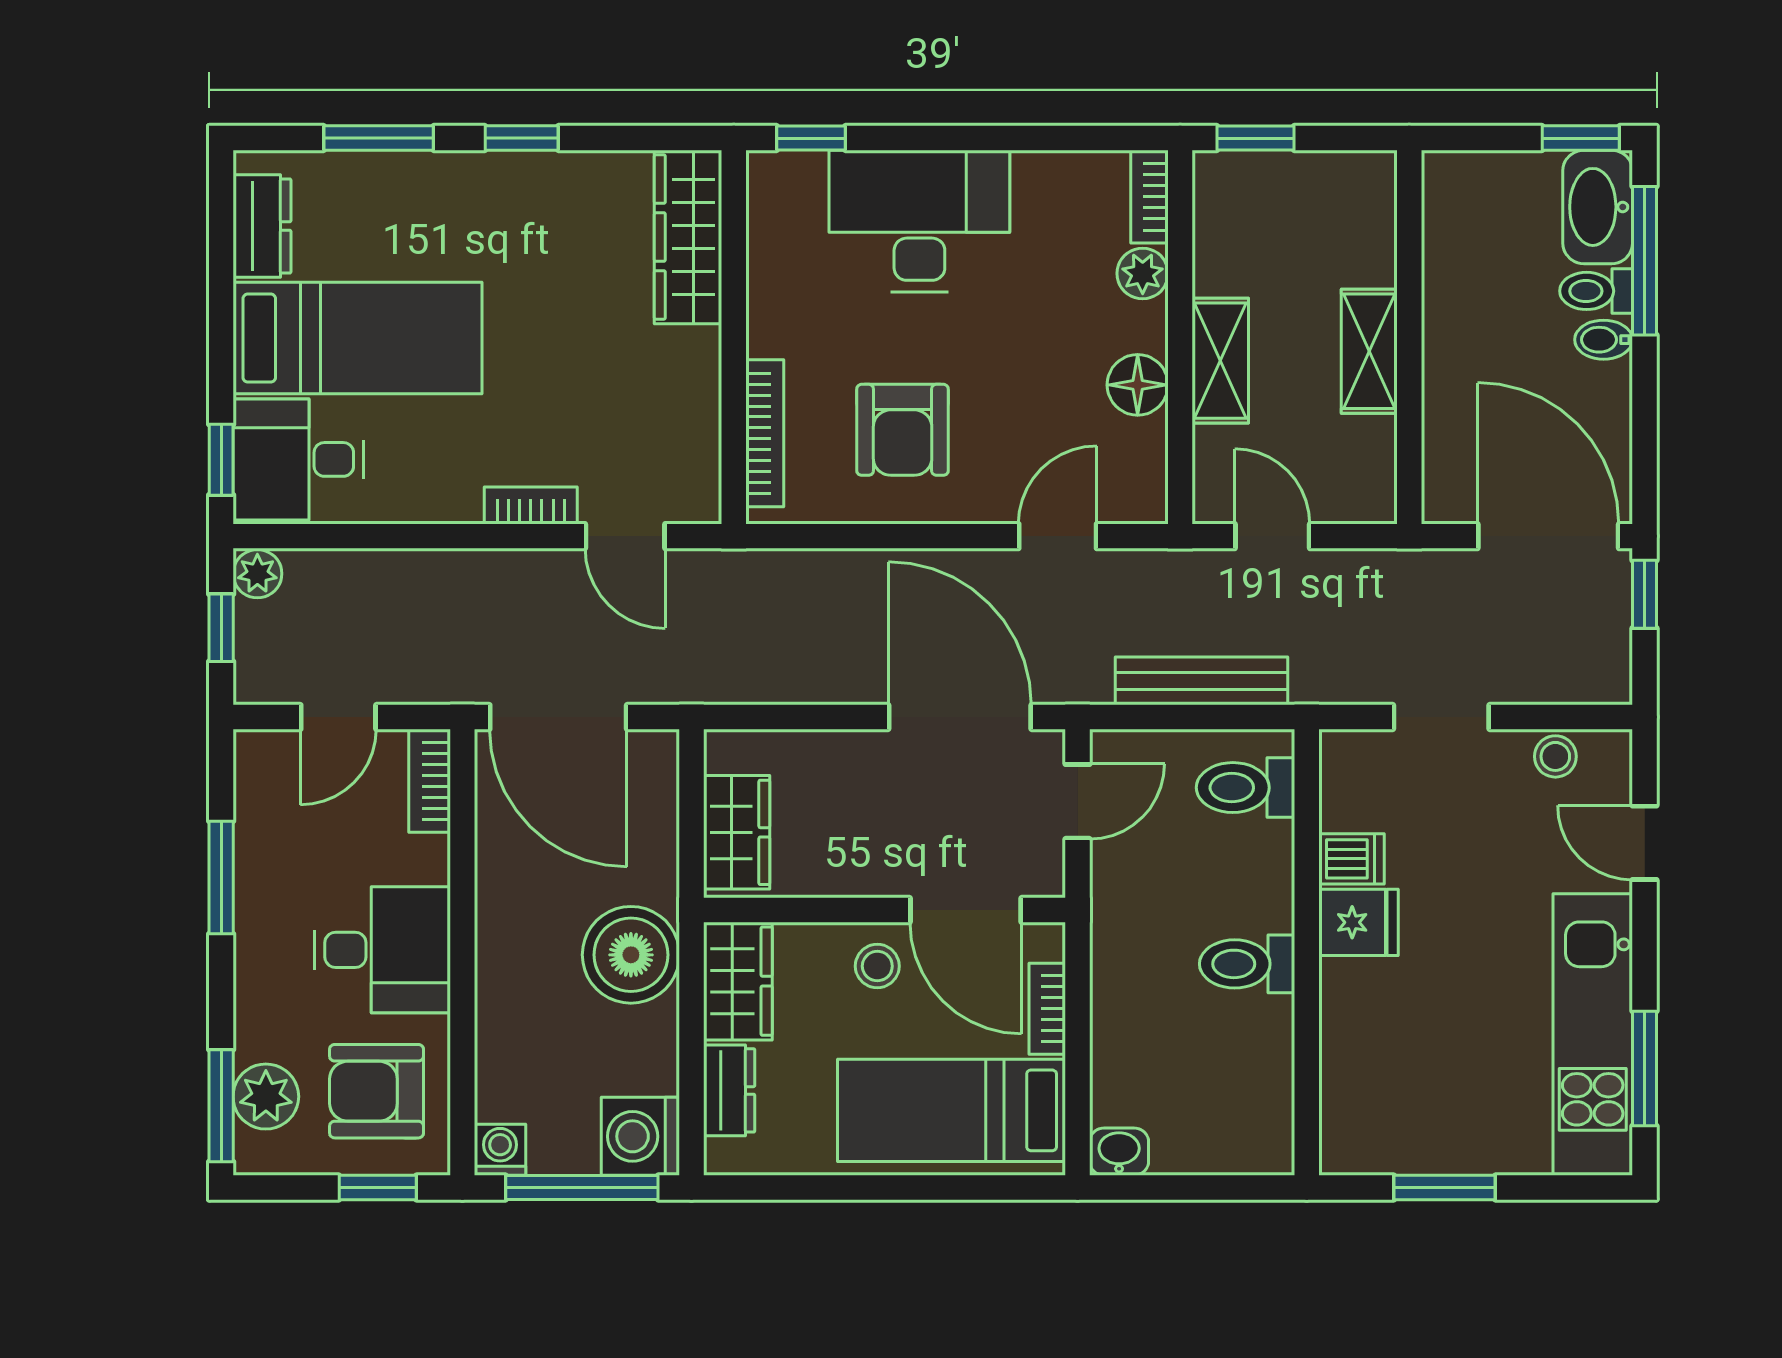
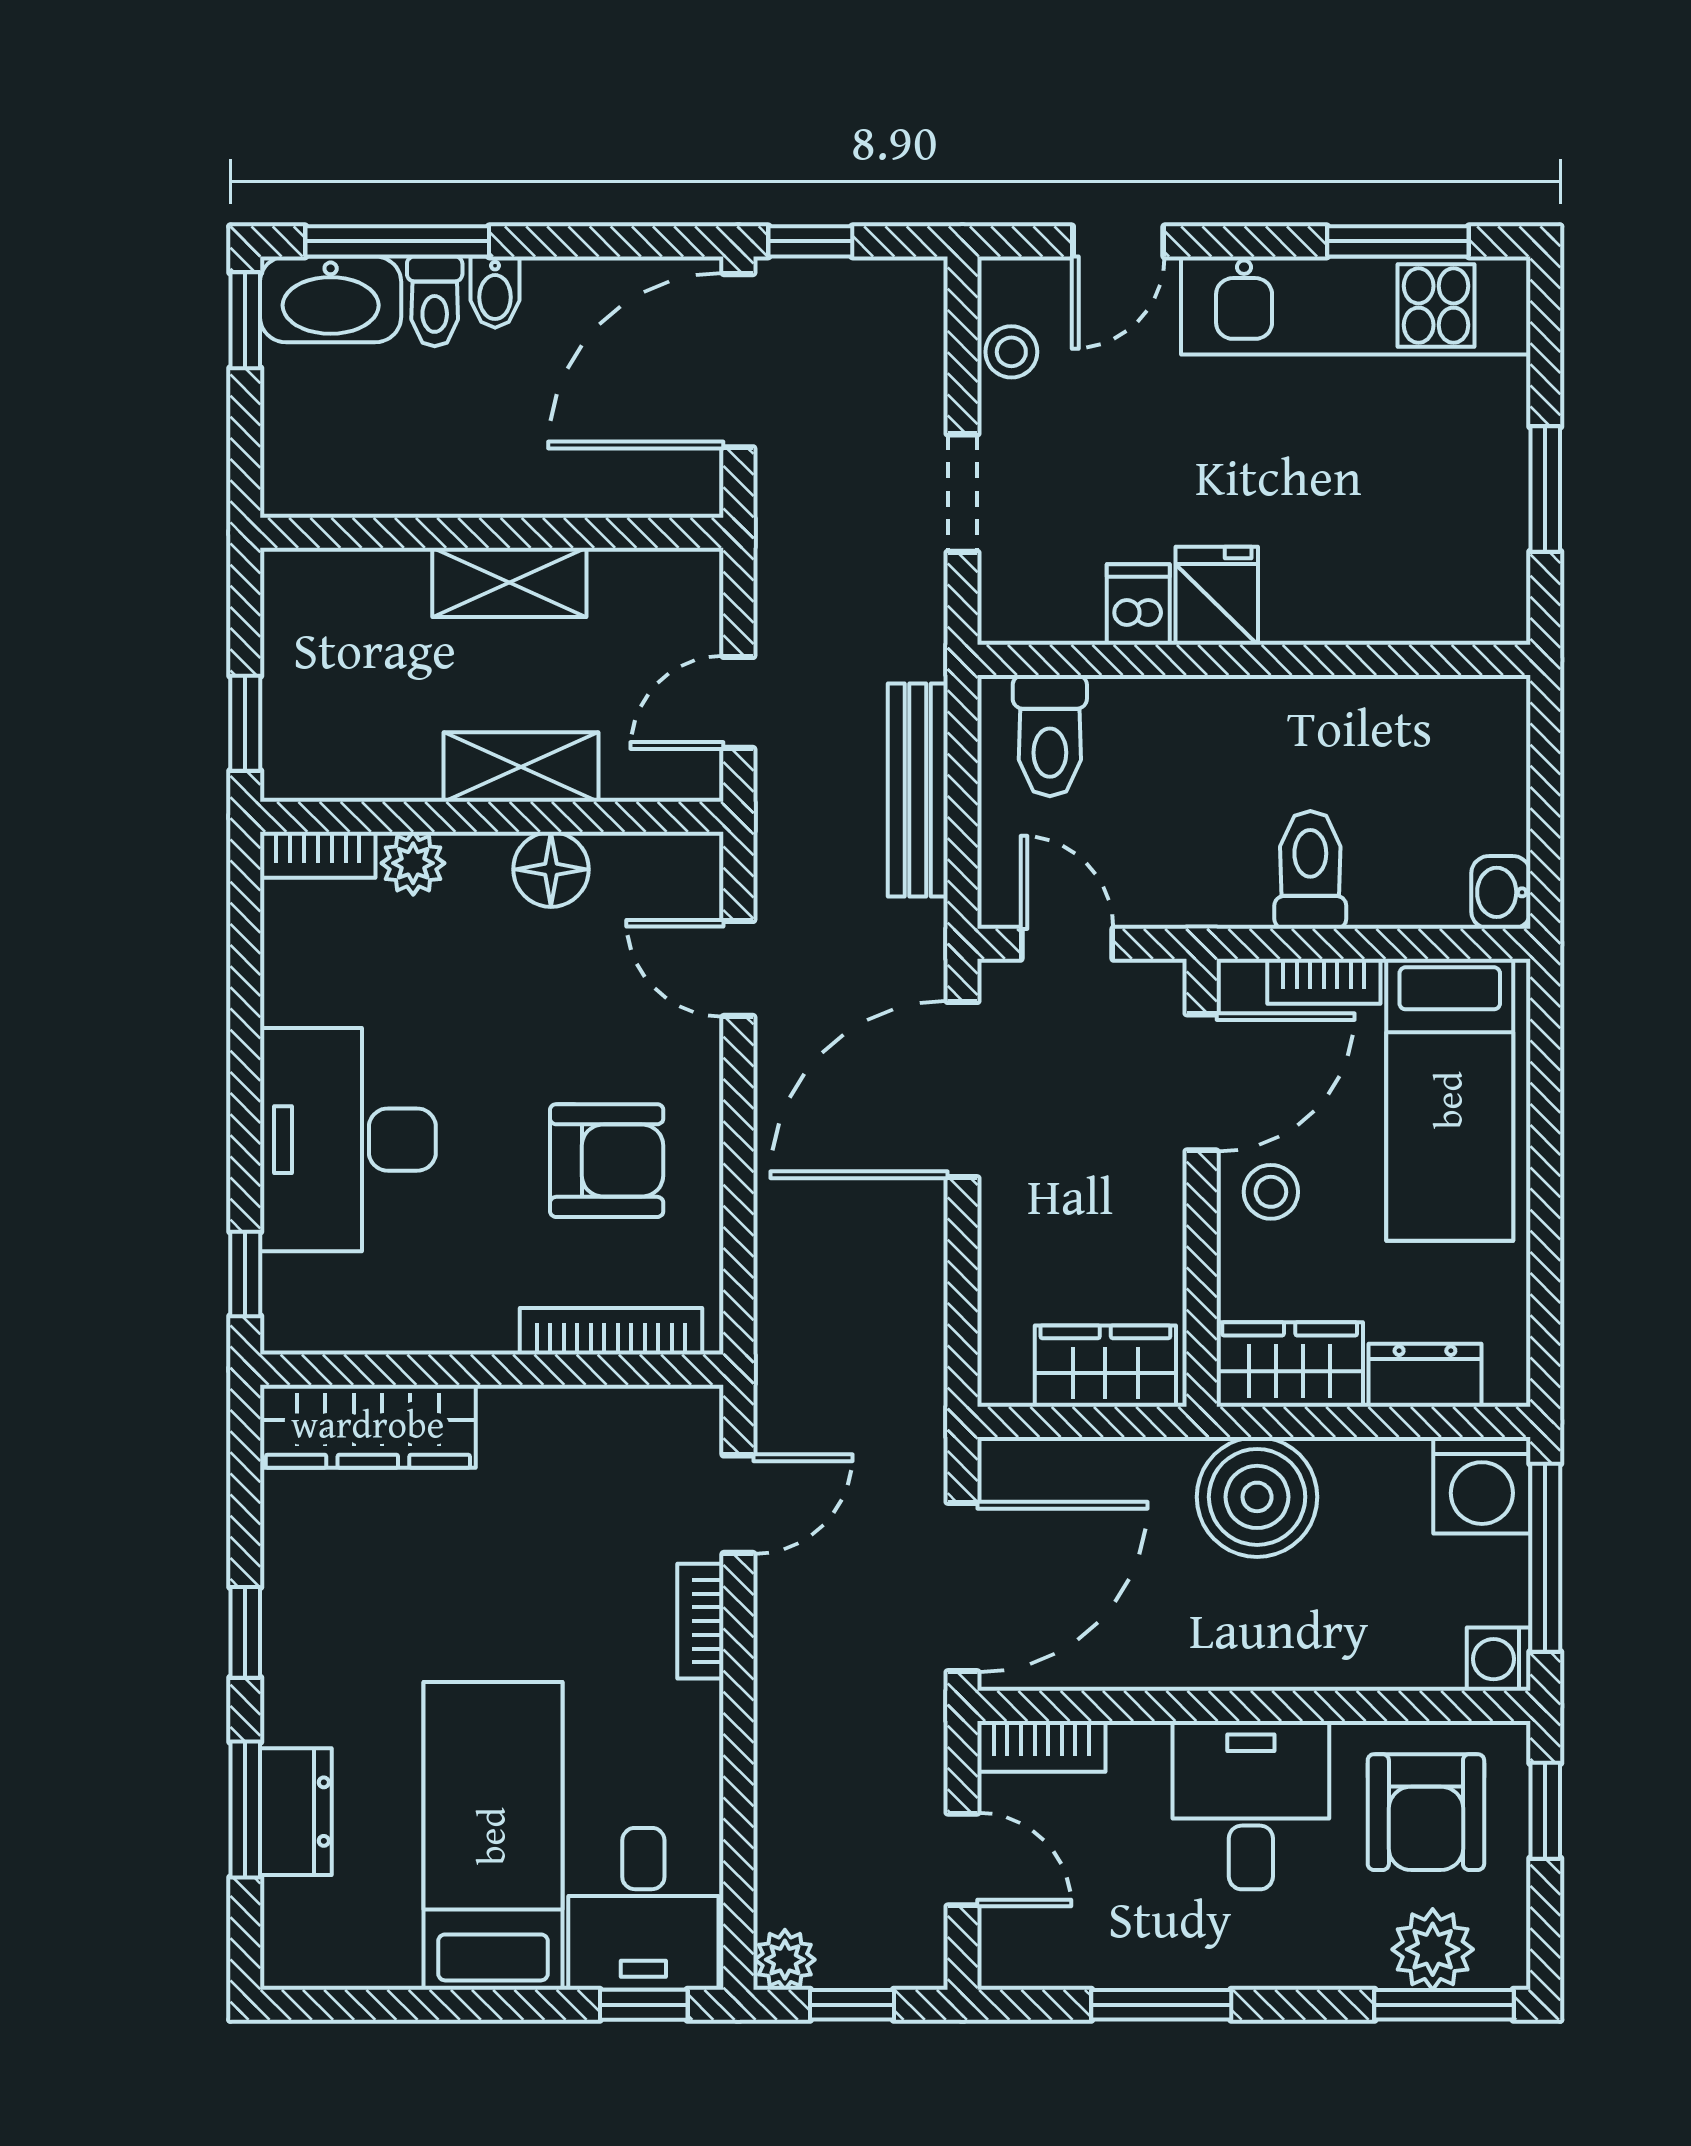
dresser: (262, 226) -> (296, 1812), moved, turned 90
toilet: (1247, 964) -> (1310, 870), moved, turned 180

